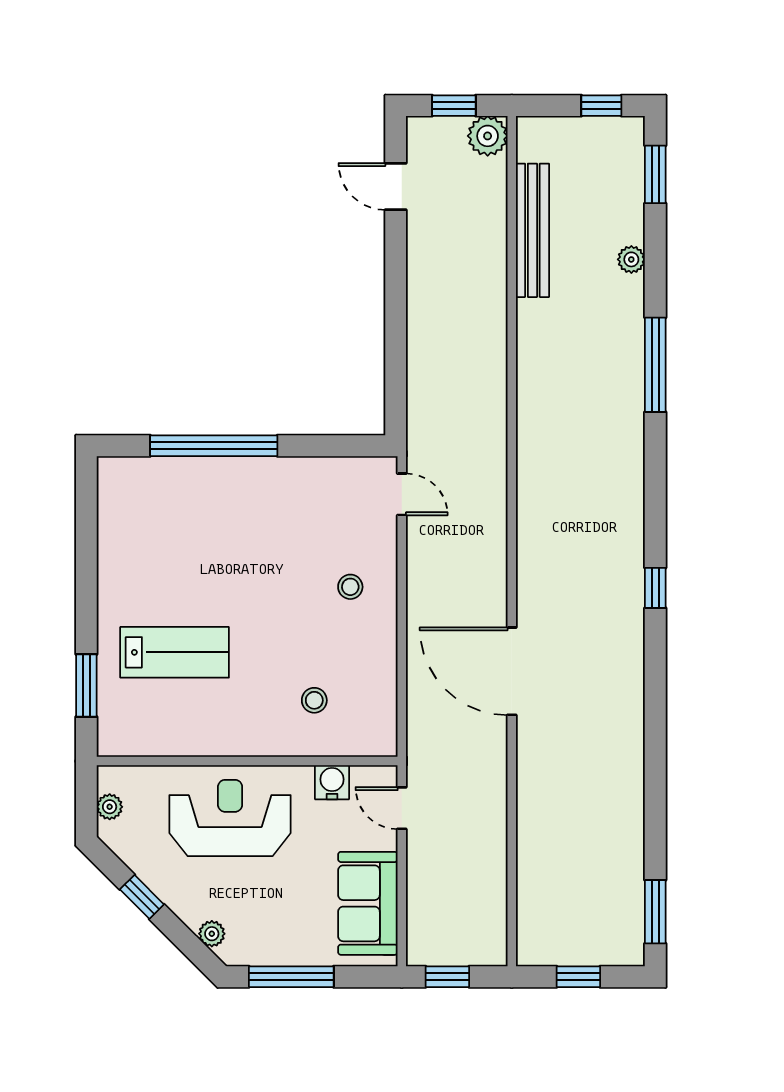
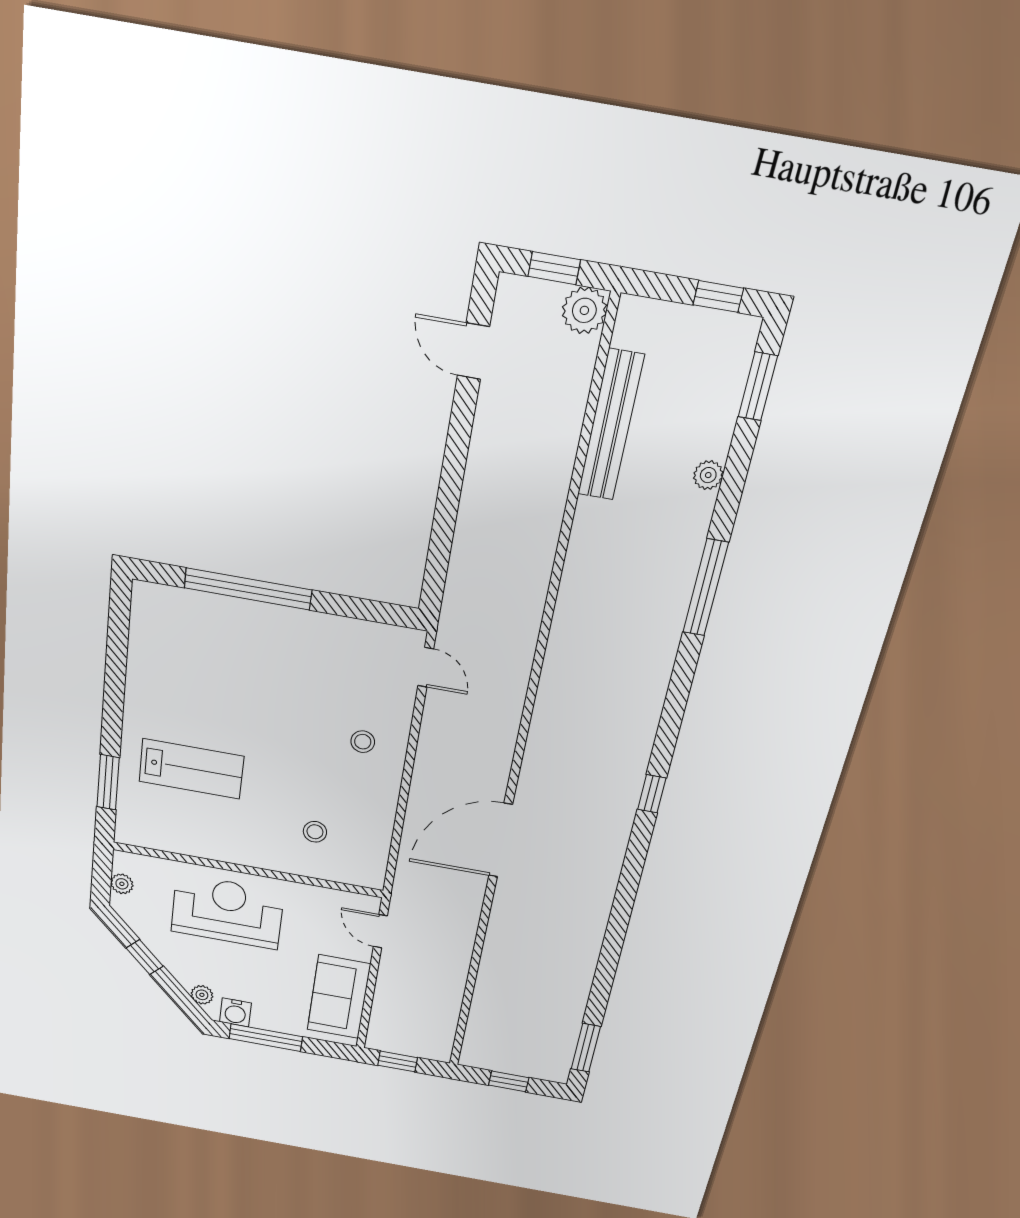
door: (512, 671) -> (501, 840), hinge flipped
water cooler: (332, 782) -> (235, 1012), moved, turned 180

